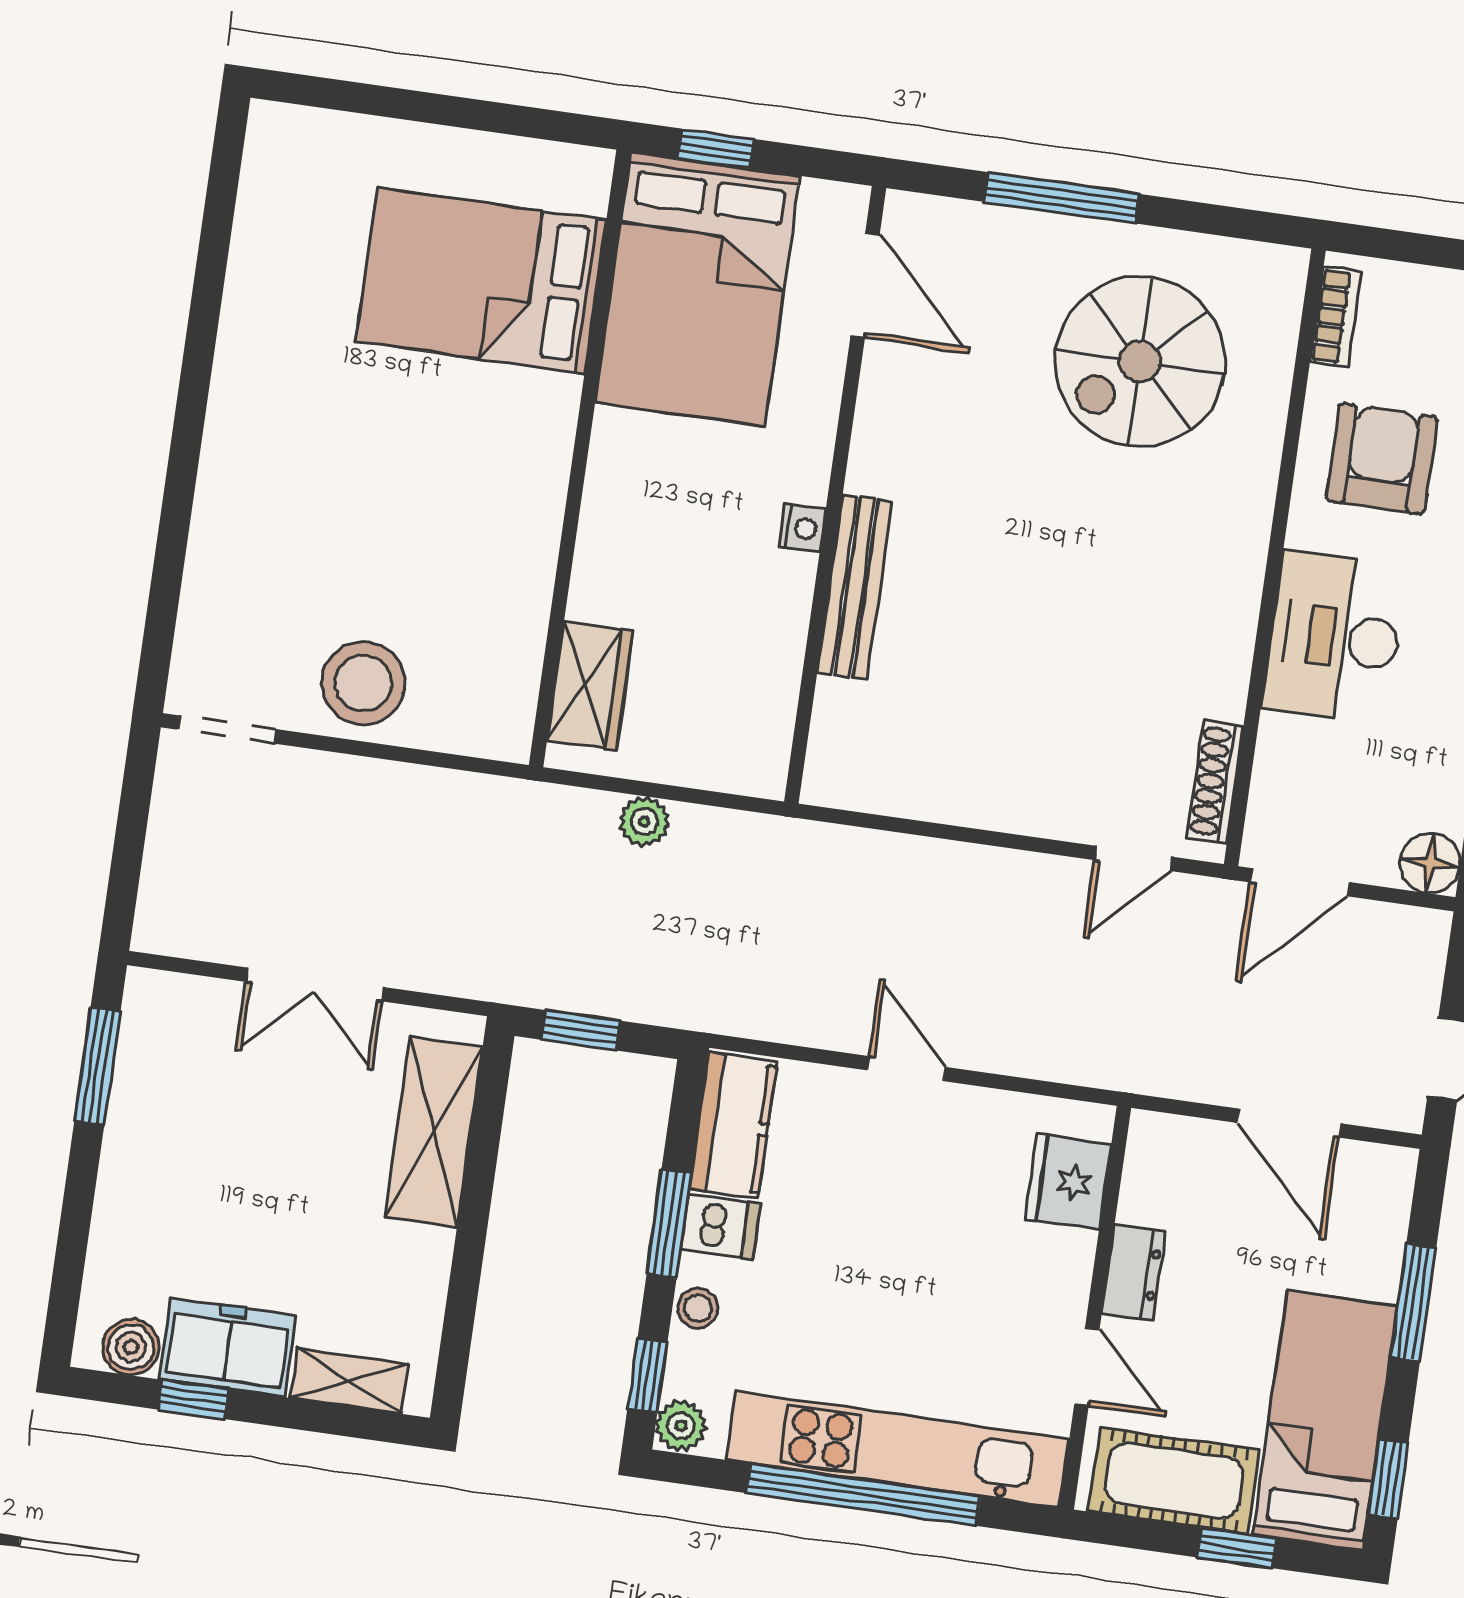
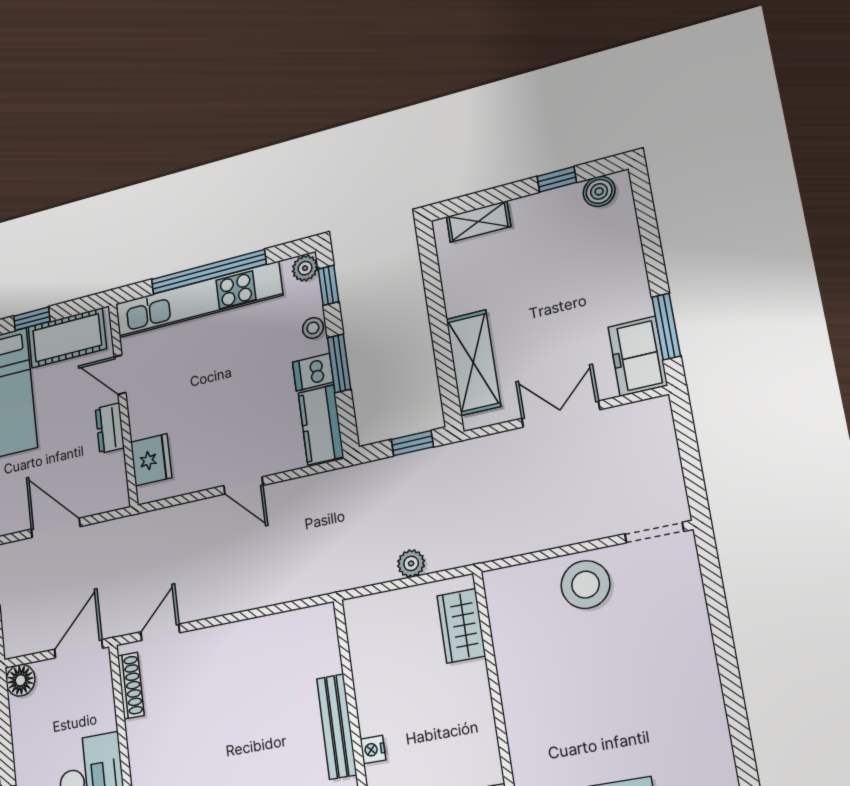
freezer: (228, 1347) -> (638, 356), moved, turned 90

